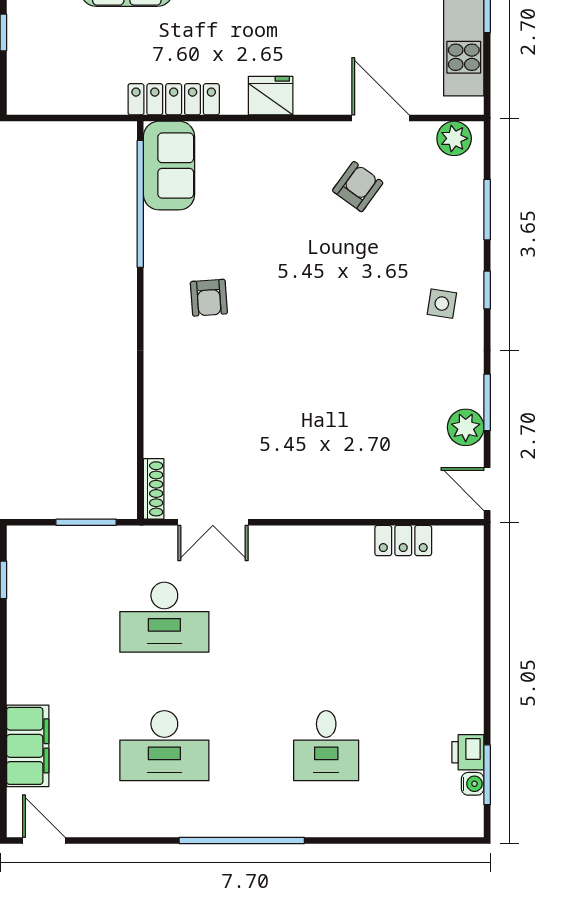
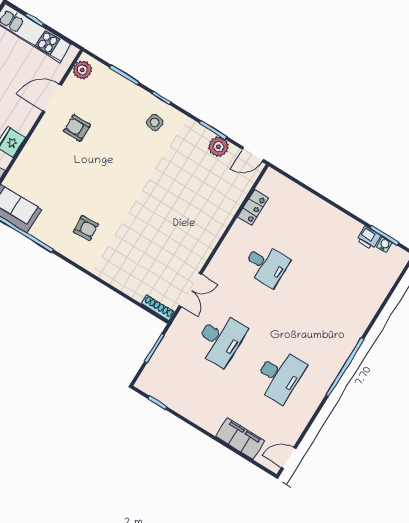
armchair: (358, 187) -> (77, 128), turned -36
desk: (326, 746) -> (266, 265), moved

